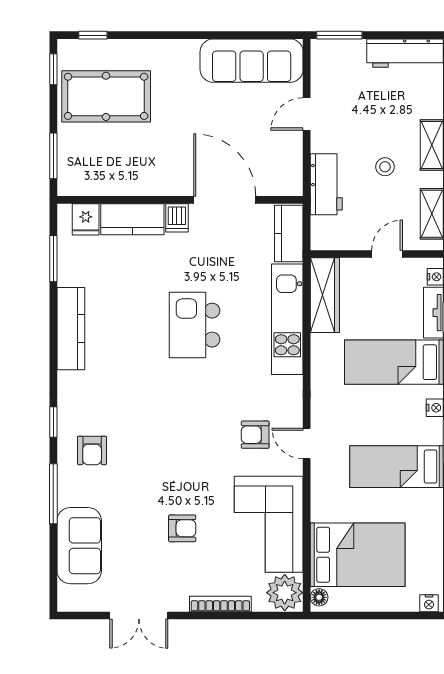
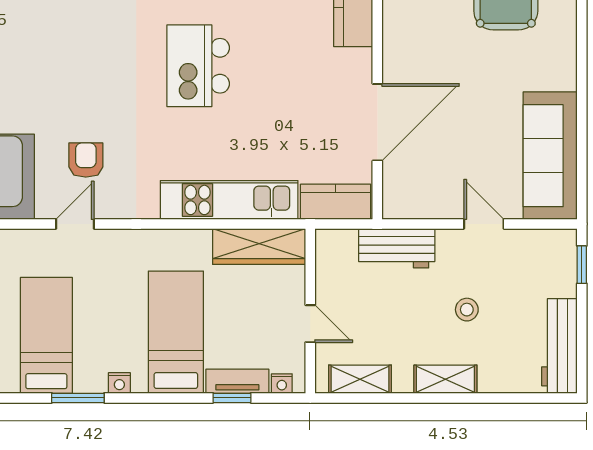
window: (339, 35) -> (582, 265), width x0.67
stool: (385, 167) -> (467, 310), moved
dishwasher: (177, 218) -> (355, 63), removed
kitchen island: (194, 325) -> (198, 66), moved, turned -90

